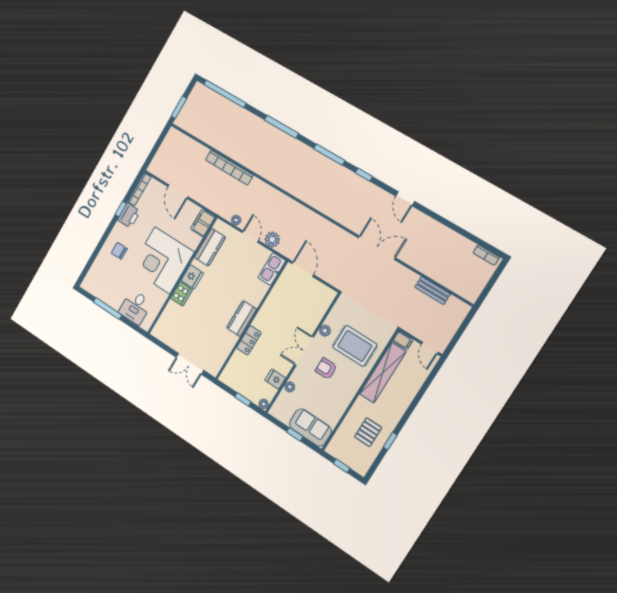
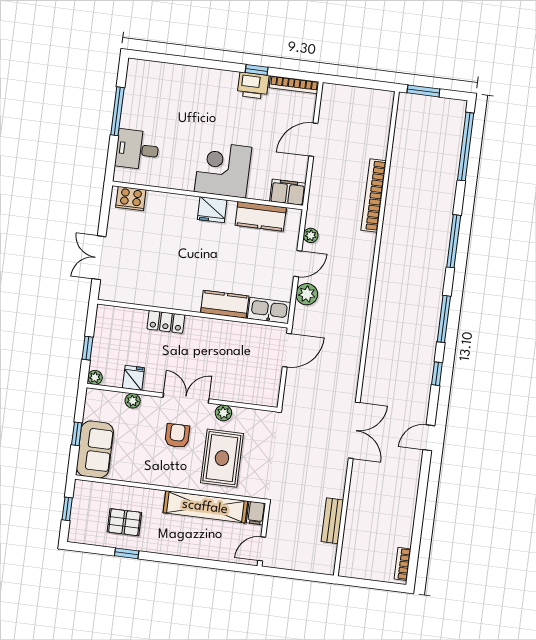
chair: (119, 251) -> (201, 93), removed
corner desk: (162, 260) -> (223, 169), width x0.74, depth x0.74
cooker: (181, 294) -> (131, 199), moved
kitchen counter: (242, 318) -> (225, 304), moved

